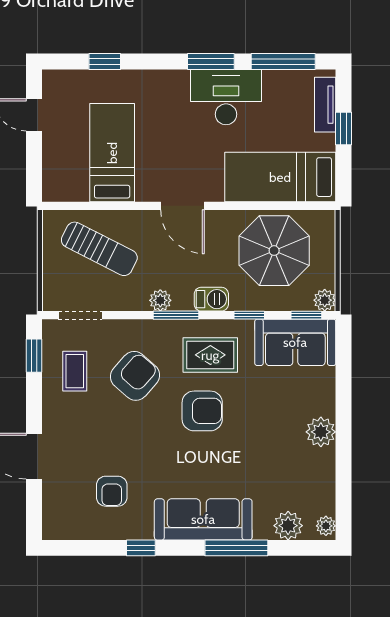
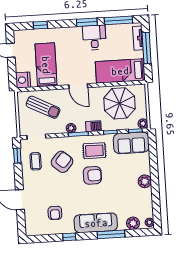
desk: (226, 97) -> (94, 37), width x0.73
window: (344, 128) -> (147, 48), width x2.17
nightstand: (58, 184) -> (23, 80), added

